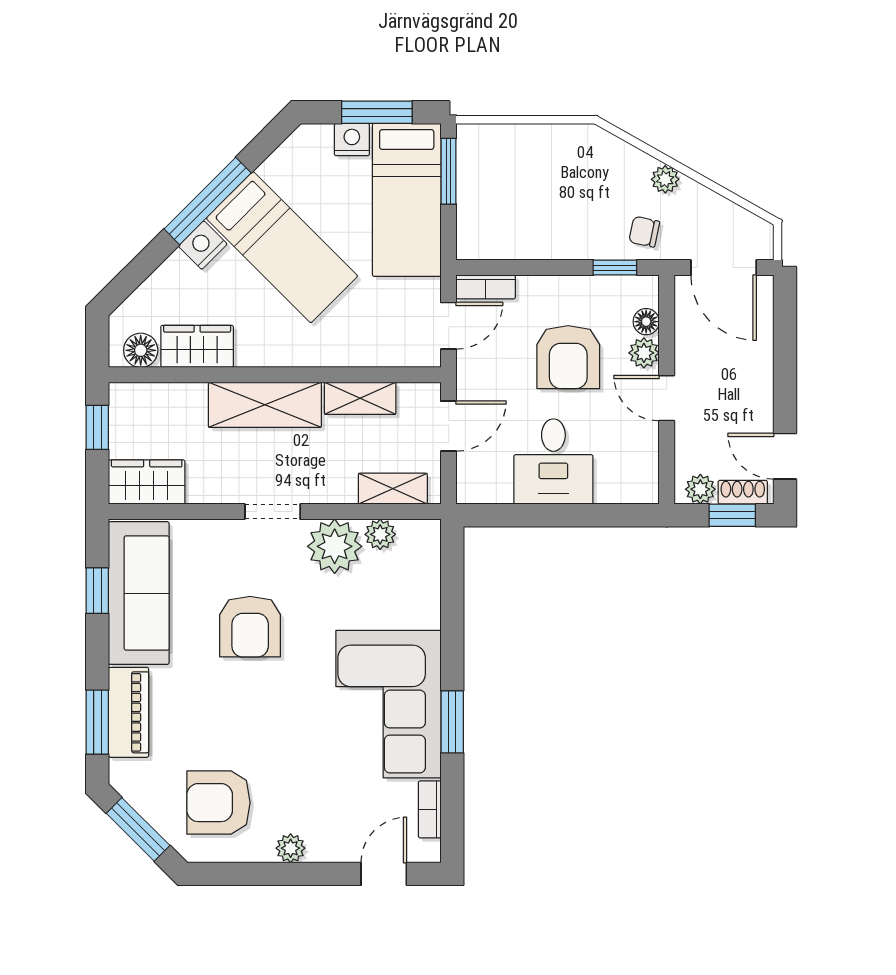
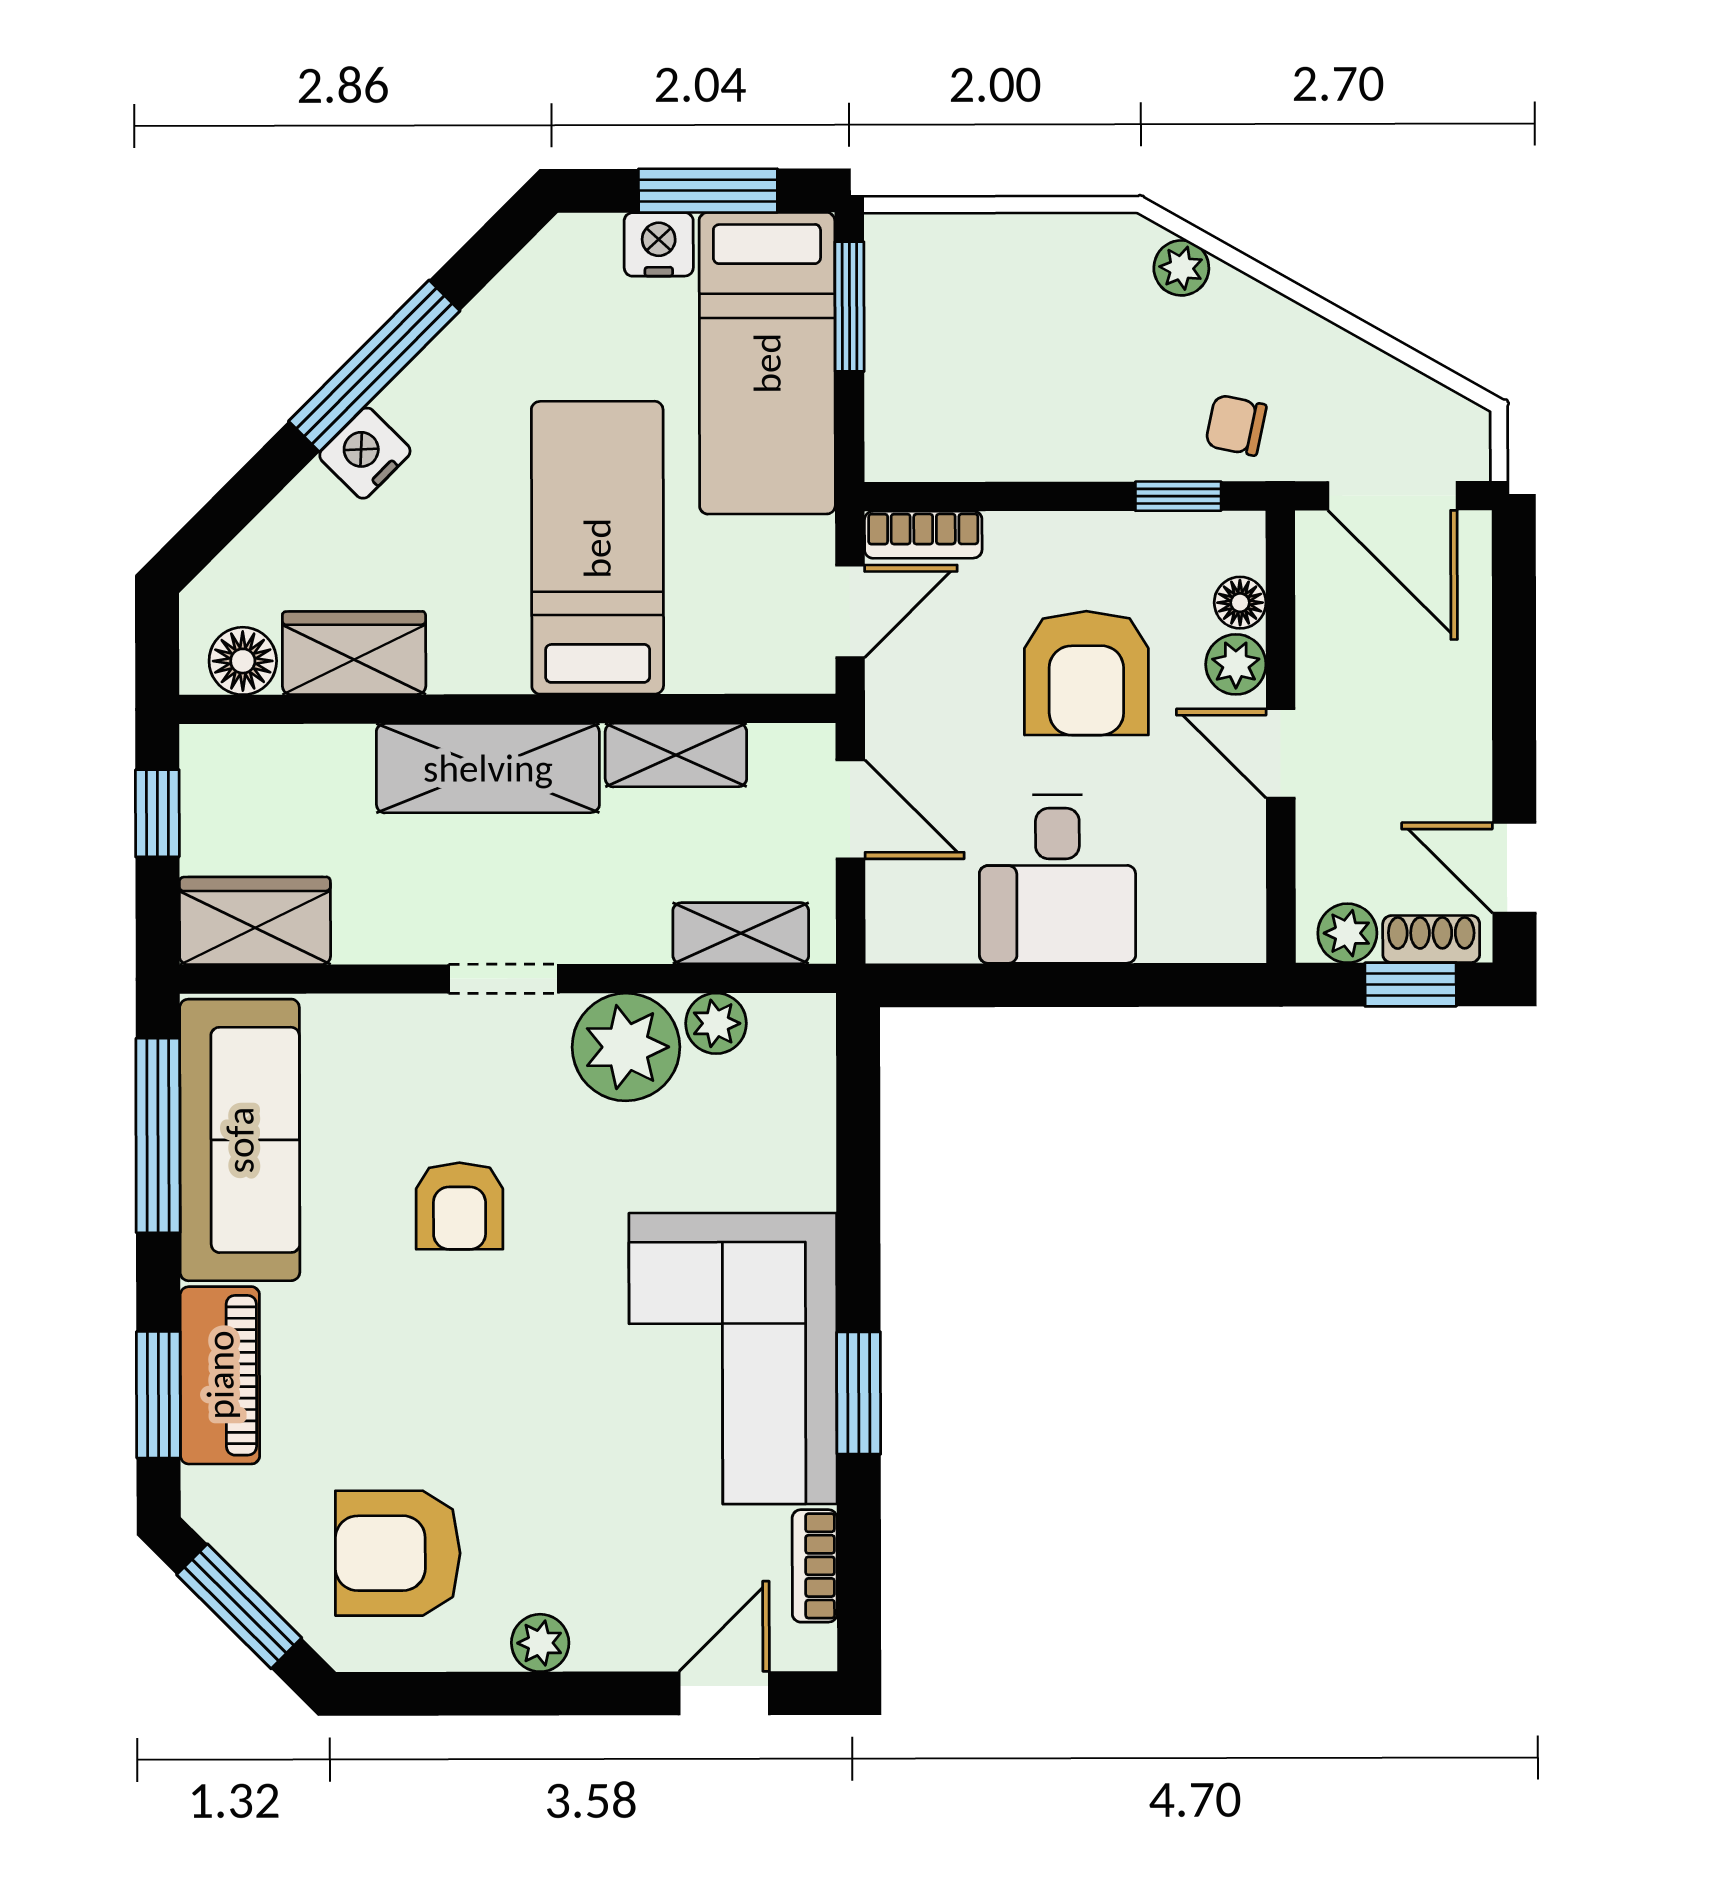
plant: (665, 179) -> (1181, 268), moved
bed: (282, 247) -> (597, 548), moved, turned -135
door: (449, 426) -> (850, 809), hinge flipped
window: (97, 591) -> (158, 1136), width x2.17
armchair: (250, 627) -> (460, 1206), width x0.72, depth x0.72

